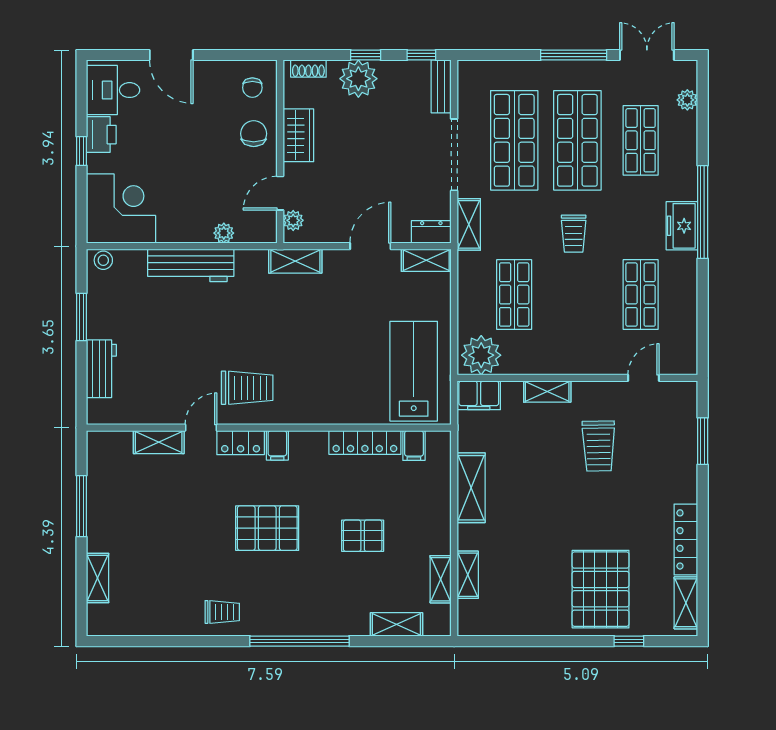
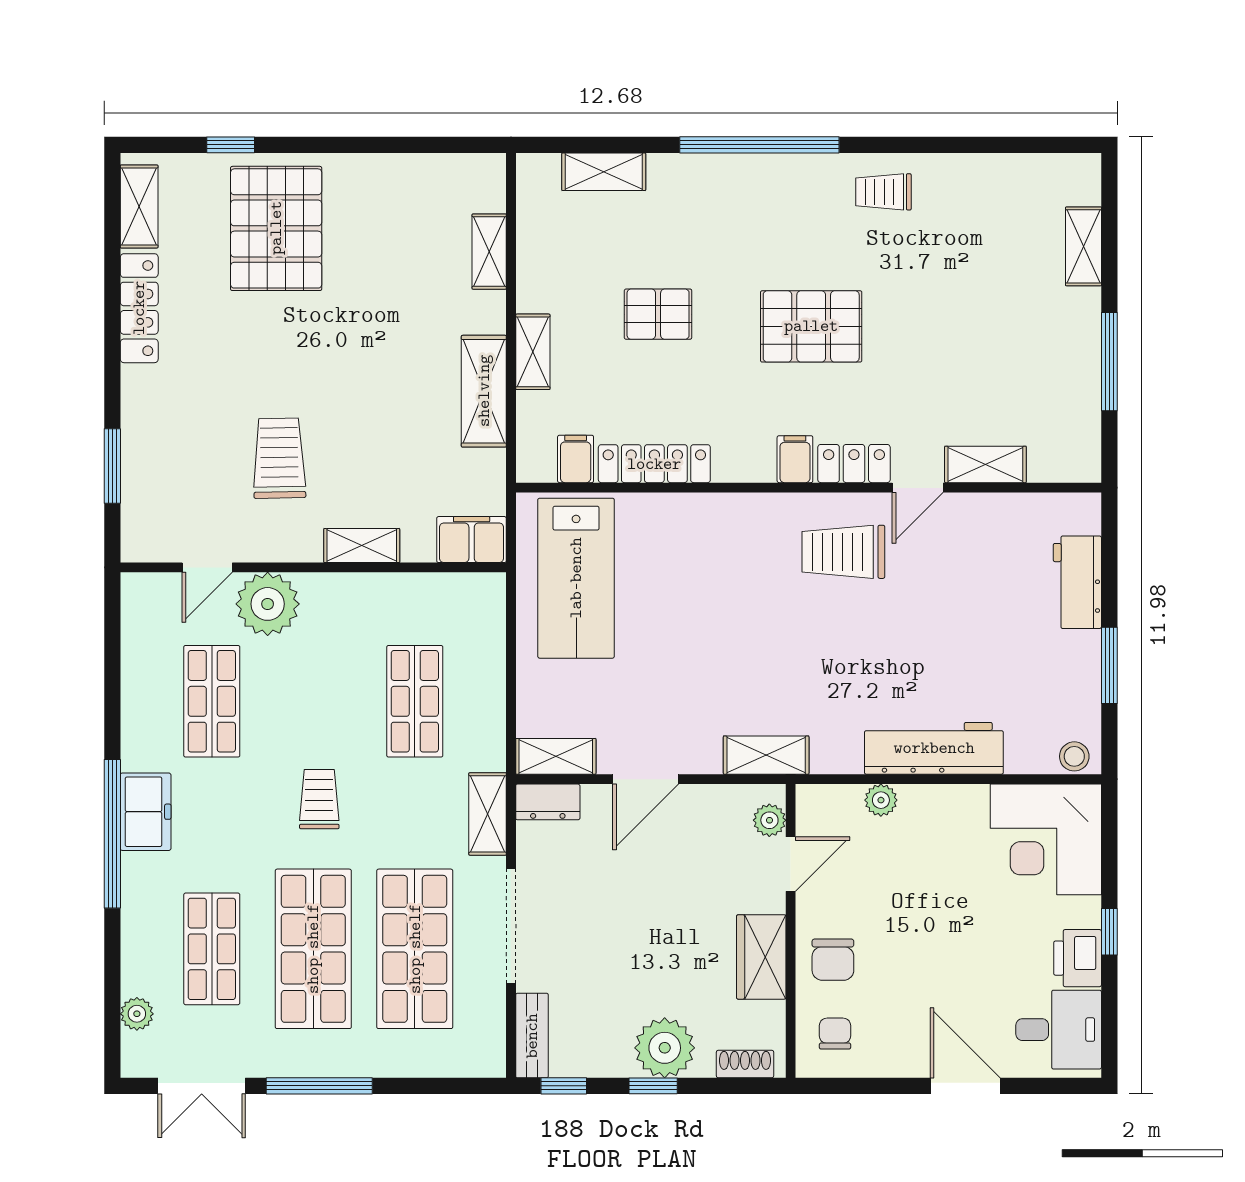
plant: (481, 355) -> (268, 604), moved
shelving: (441, 579) -> (533, 352), moved

